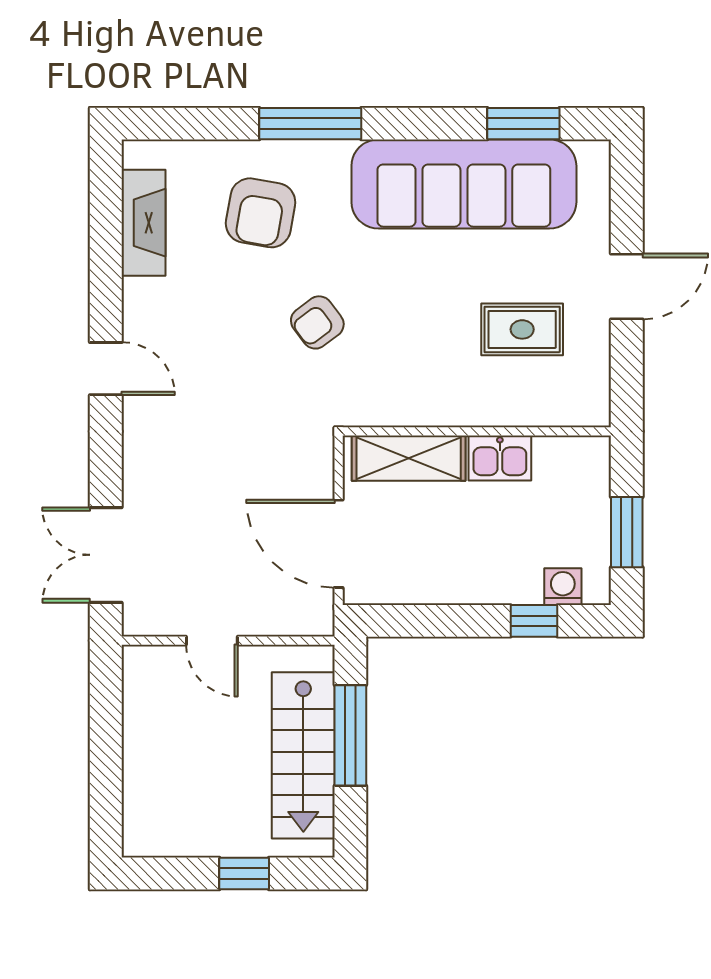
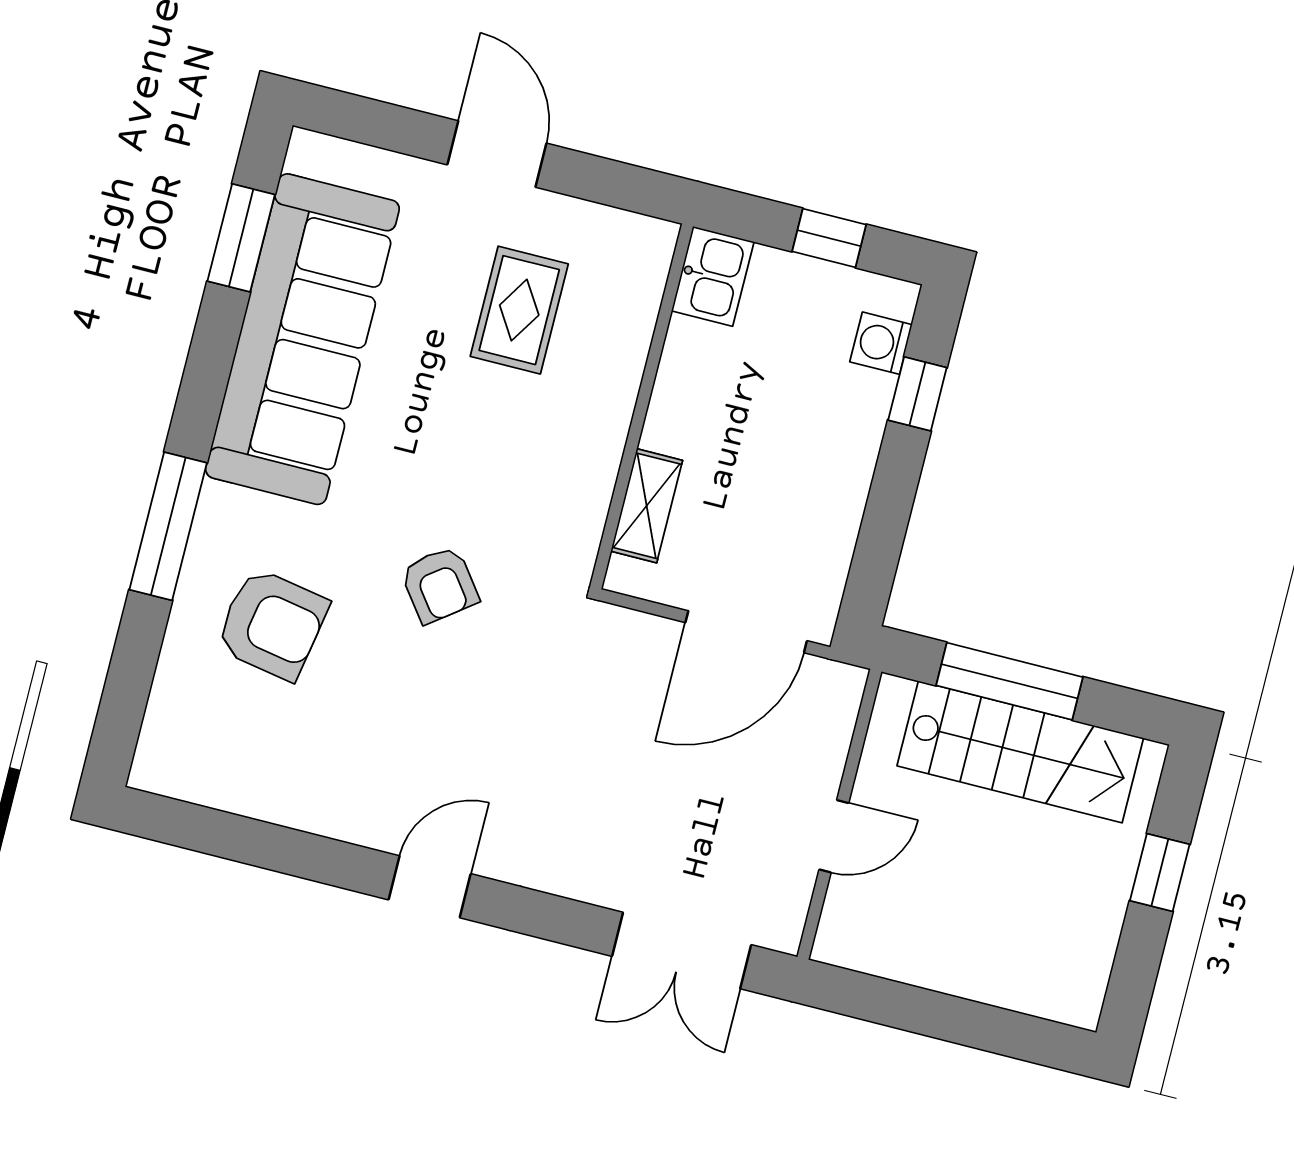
fireplace: (143, 223) -> (245, 786), removed
shelving: (409, 458) -> (647, 506), width x0.67, depth x0.75
kitchen sink: (500, 458) -> (713, 276), moved
window: (627, 532) -> (829, 238), width x0.67

